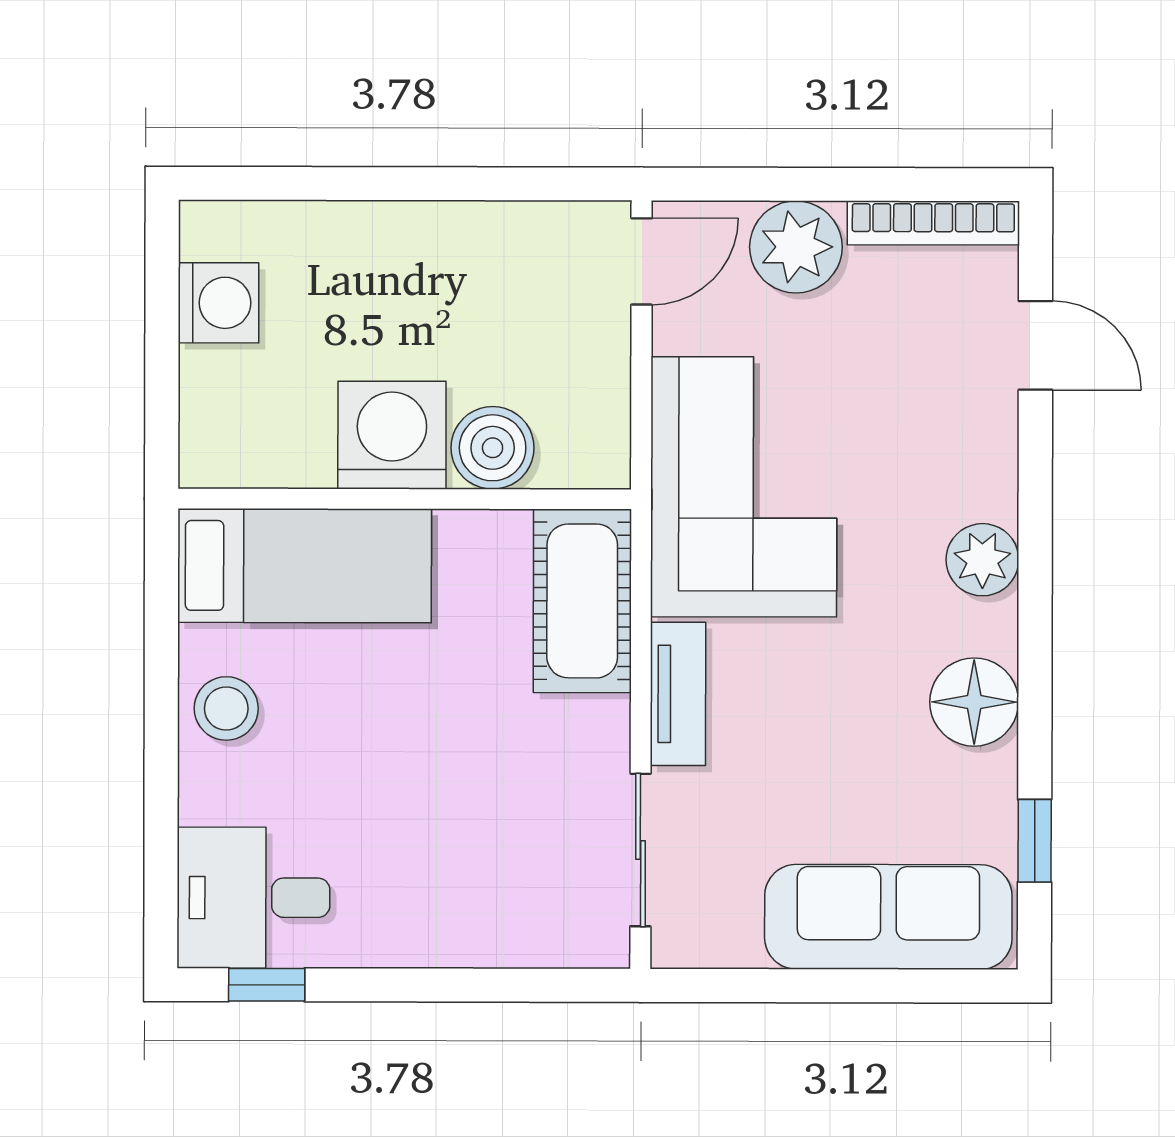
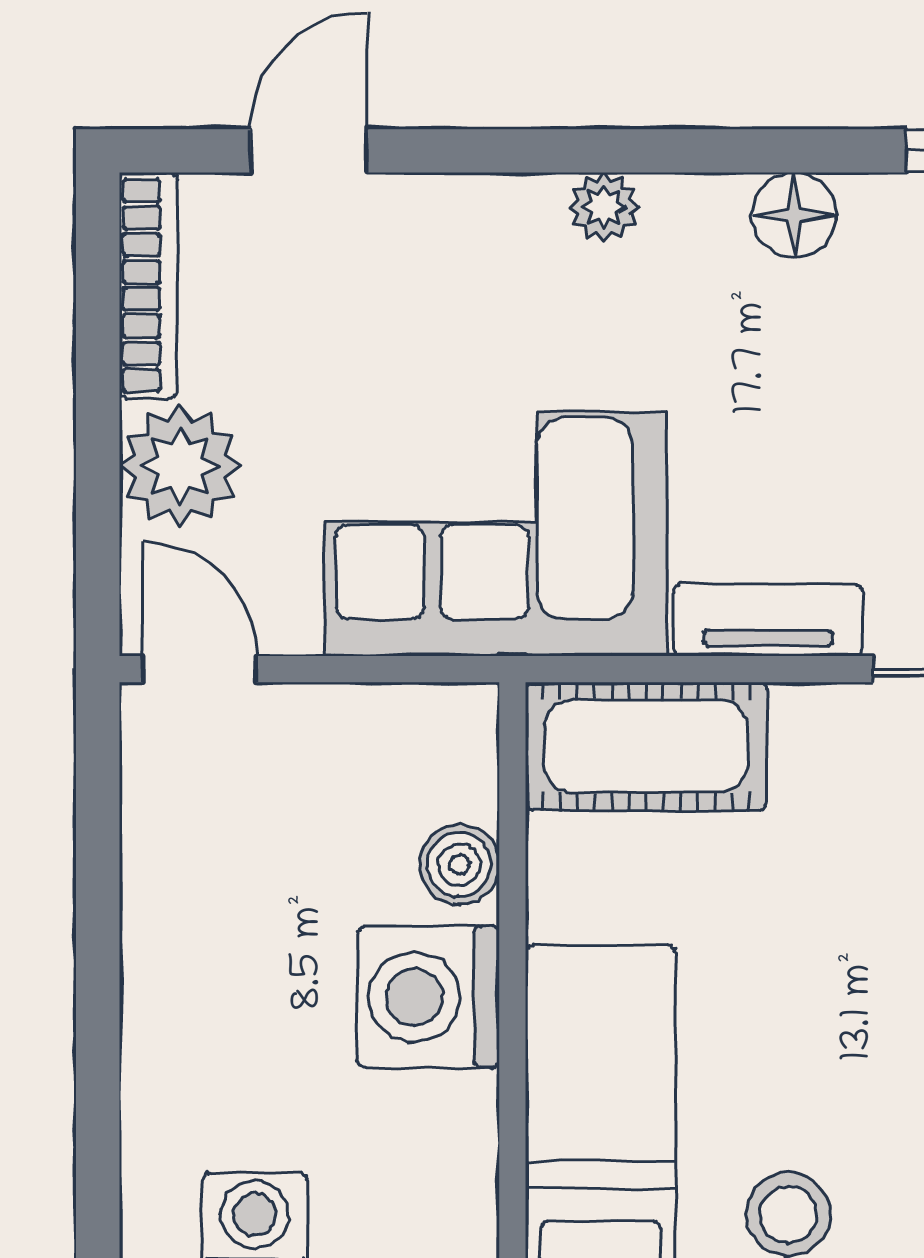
boiler: (493, 448) -> (459, 865), width x0.73, depth x0.73
plant: (982, 560) -> (604, 207), width x0.73, depth x0.73
floor lamp: (974, 702) -> (794, 215), width x0.73, depth x0.73

